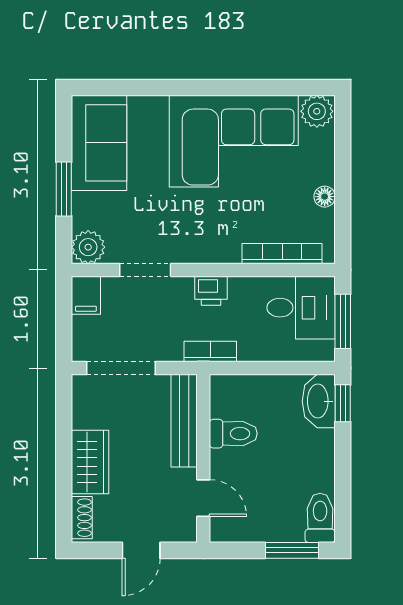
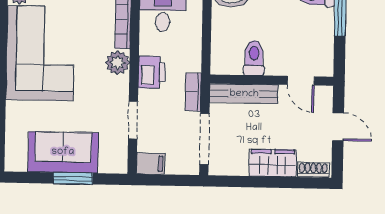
sofa: (99, 143) -> (63, 152), moved
plant: (88, 247) -> (118, 63), moved
printer: (211, 291) -> (152, 72), width x1.36, depth x1.24
bookcase: (210, 351) -> (193, 92), moved
door: (203, 498) -> (301, 81), swing flipped

